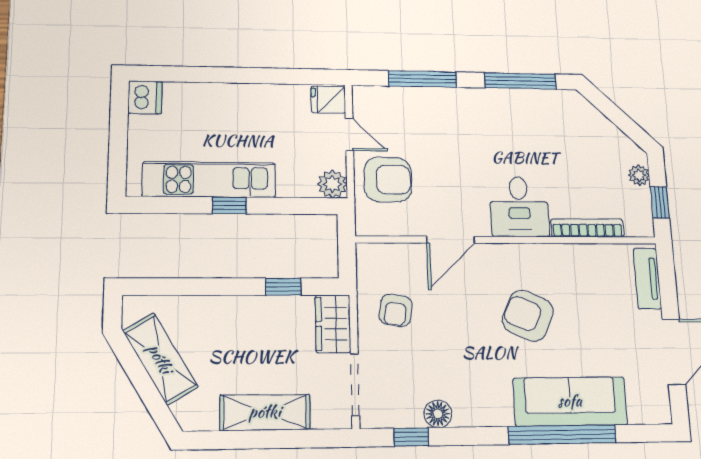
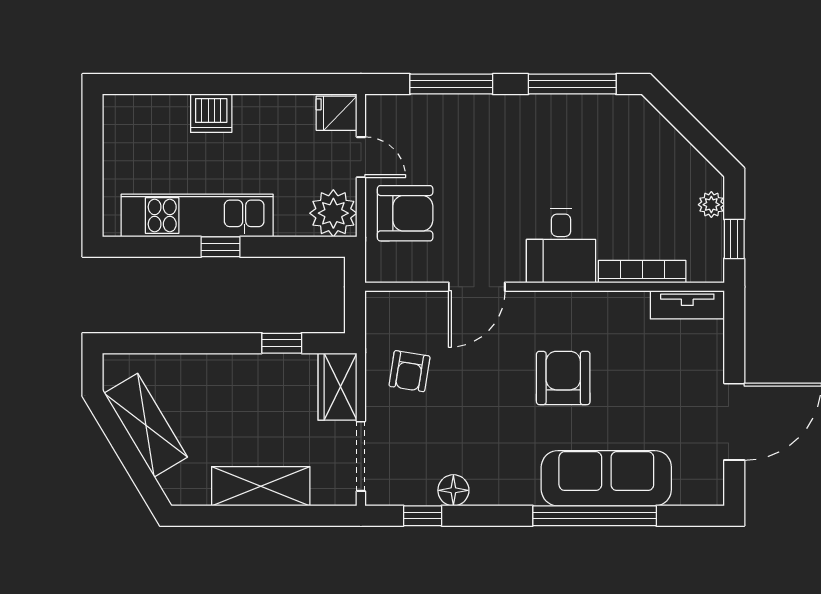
dishwasher: (145, 97) -> (211, 113), moved, turned 90
plant: (332, 184) -> (333, 213), width x1.36, depth x1.36
tv unit: (647, 279) -> (687, 305), moved, turned -90
armchair: (528, 316) -> (563, 378), turned 66

